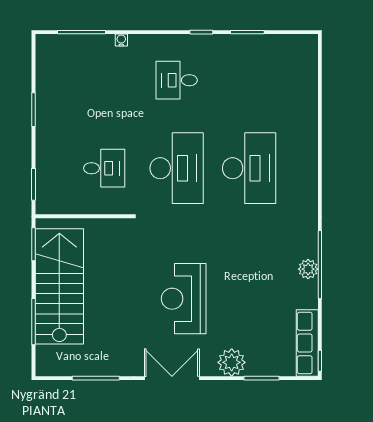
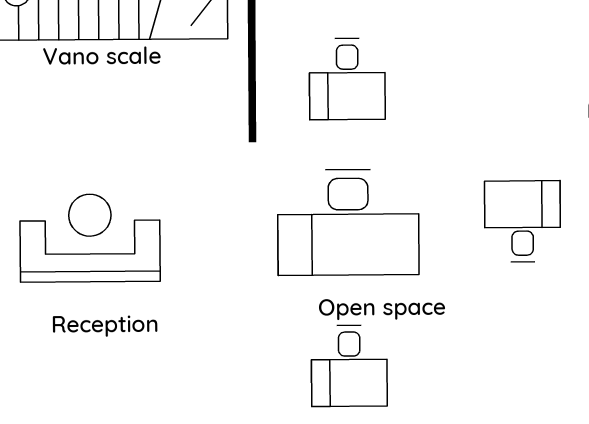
desk: (249, 168) -> (349, 366), width x0.53, depth x0.77

